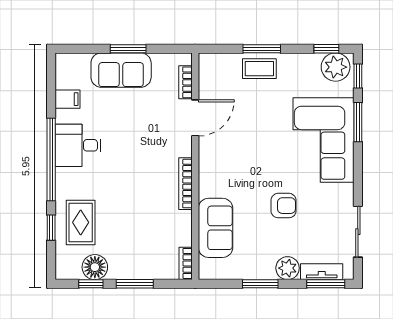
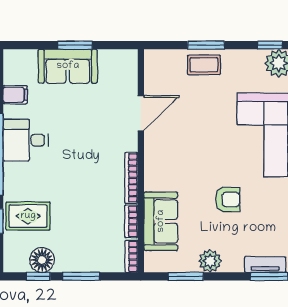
bookcase: (186, 82) -> (131, 221), moved
rug: (81, 222) -> (28, 216), turned 90
plant: (288, 268) -> (210, 261), moved
window: (260, 284) -> (186, 276), moved

